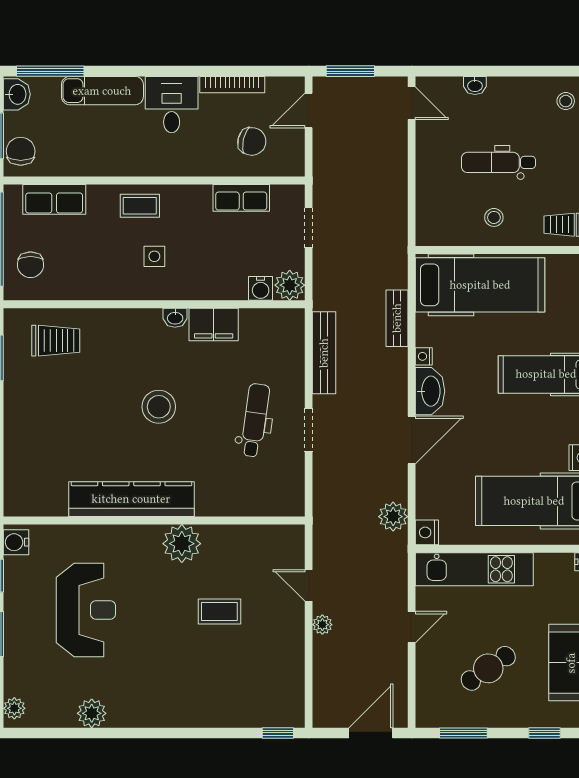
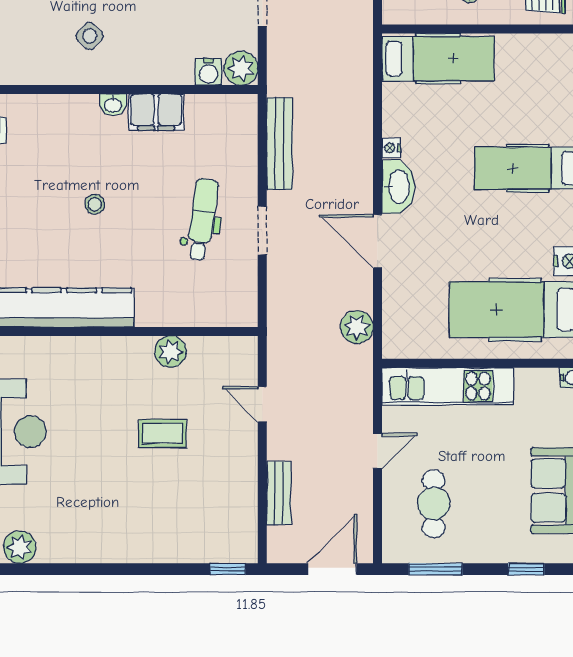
side table: (154, 256) -> (90, 36), turned 45
hospital bed: (480, 285) -> (438, 59), width x0.73, depth x0.78
bench: (397, 318) -> (279, 493), moved
stool: (159, 407) -> (95, 204), width x0.53, depth x0.53
door: (412, 440) -> (378, 241), swing flipped
nightstand: (427, 532) -> (395, 345), removed
plant: (182, 544) -> (171, 352), moved, width x0.73, depth x0.73
plant: (322, 625) -> (278, 448), removed
cafe table: (488, 668) -> (434, 504), moved, turned -55

